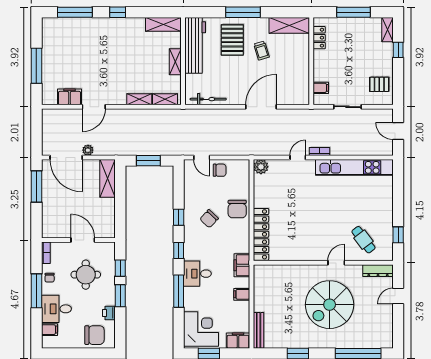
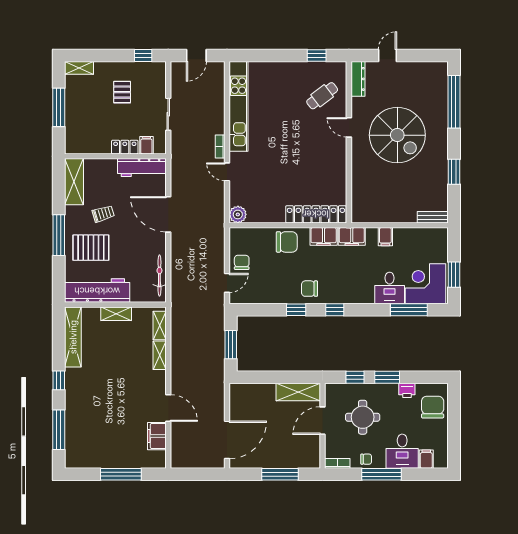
shelving: (163, 24) -> (73, 337), width x1.47
locker: (319, 38) -> (125, 147), moved
window: (398, 50) -> (143, 56), moved
workbench: (301, 84) -> (142, 168), added
pallet: (379, 84) -> (122, 92), moved
plant: (88, 150) -> (219, 415), removed
shelving: (108, 178) -> (298, 392), moved
window: (36, 186) -> (280, 474), moved
chair: (209, 219) -> (310, 289), moved, turned 137
desk: (197, 274) -> (390, 288), moved
window: (179, 291) -> (409, 310), moved
door: (398, 296) -> (387, 56), swing flipped
bench: (259, 330) -> (433, 217), width x0.73
filing cabinet: (238, 341) -> (324, 236), moved, turned -90

